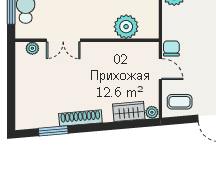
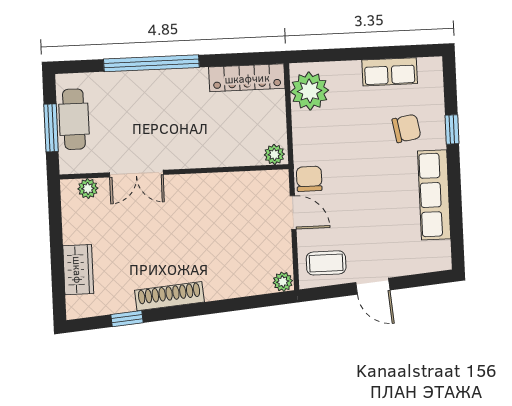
plant: (126, 27) -> (274, 154), moved, width x0.53, depth x0.53
wardrobe: (129, 111) -> (78, 270), moved, turned 95
window: (53, 131) -> (127, 319), width x0.67

